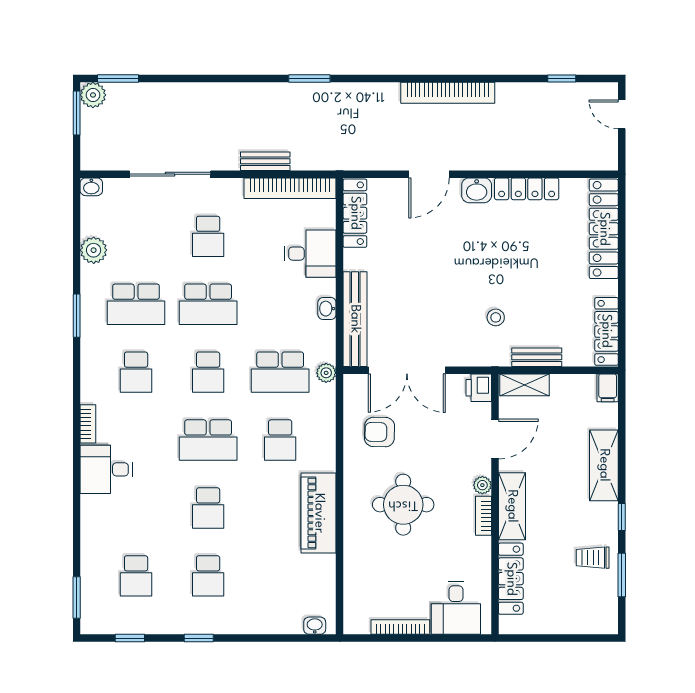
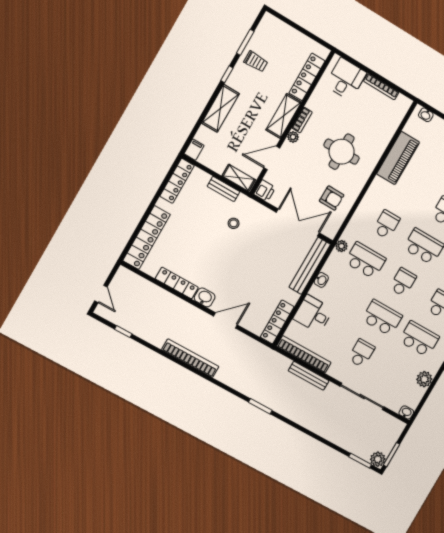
bench: (265, 161) -> (309, 376), width x1.36
piano: (319, 513) -> (398, 158), moved

